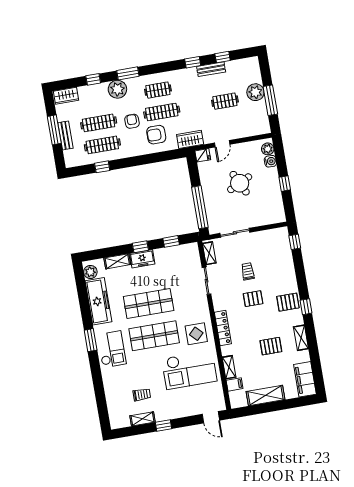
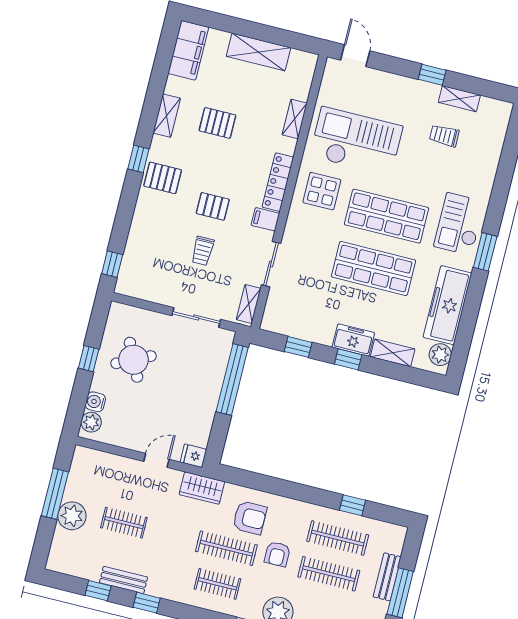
round table: (240, 183) -> (134, 360), moved
filing cabinet: (235, 384) -> (265, 219), moved

